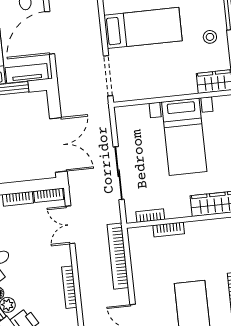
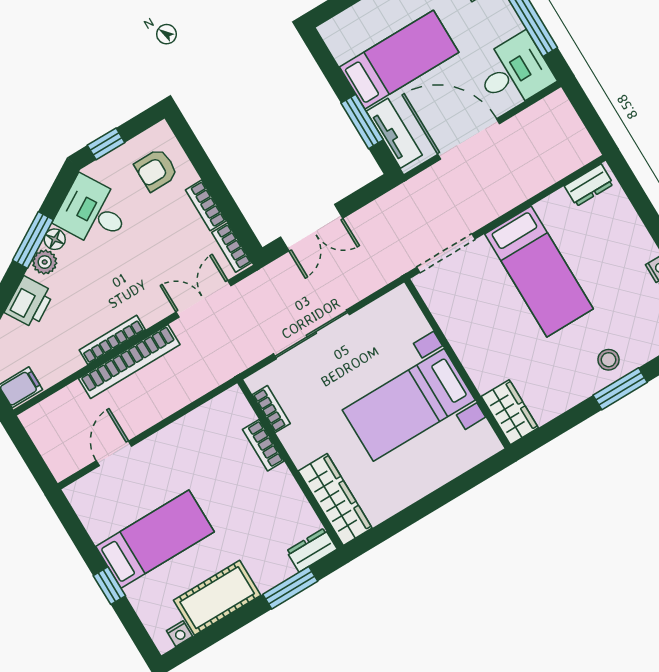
stool: (210, 37) -> (609, 360), moved
double door: (58, 145) -> (312, 228), width x0.73
bookcase: (118, 256) -> (129, 361), moved, turned 180

